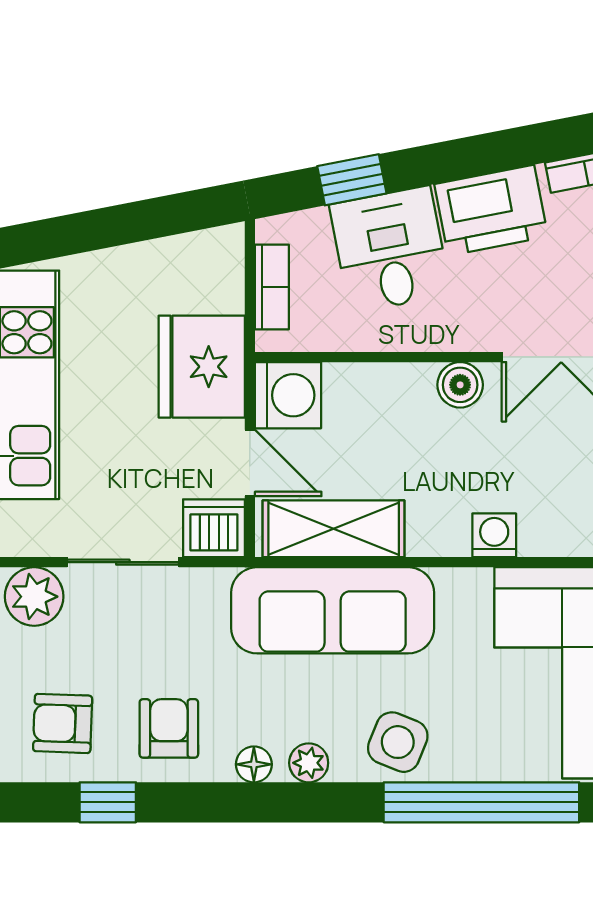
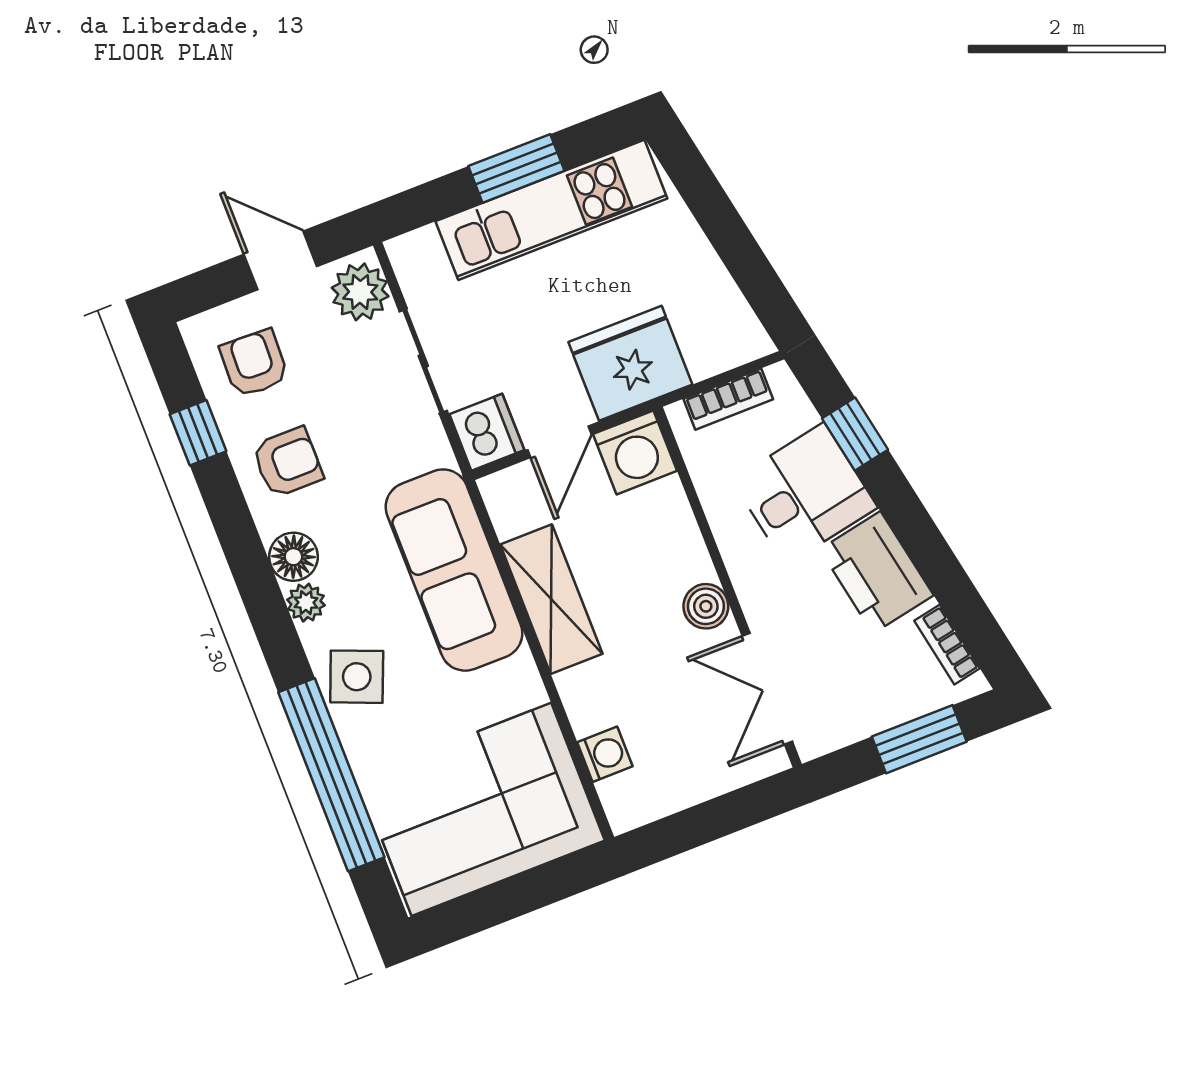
shelving: (334, 529) -> (551, 599), moved
washing machine: (494, 535) -> (605, 754), moved
floor lamp: (254, 764) -> (293, 557), width x1.37, depth x1.37

